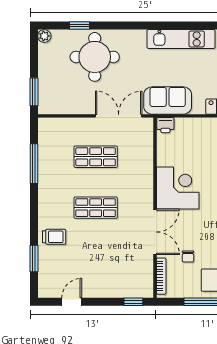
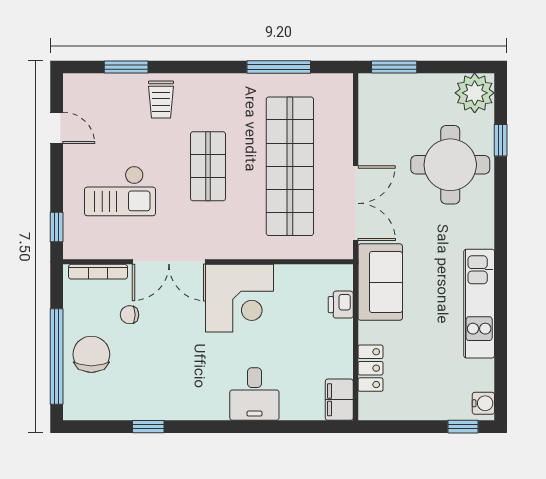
plant: (44, 36) -> (475, 93), width x1.87, depth x1.87
printer: (165, 125) -> (341, 305), moved
shop shelf: (96, 157) -> (290, 166), width x2.00, depth x1.36
checkout: (111, 262) -> (120, 191), added

